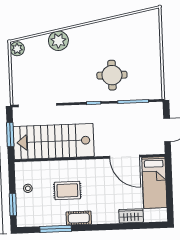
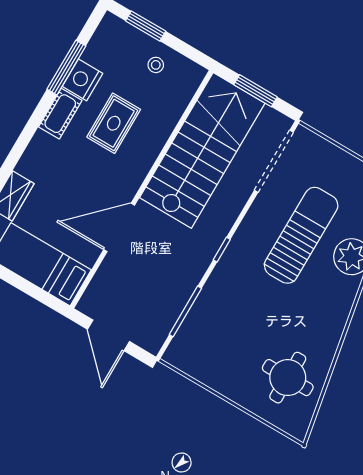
sun lounger: (64, 70) -> (301, 235), added
round table: (112, 75) -> (288, 378), moved
door: (124, 157) -> (119, 227), moved
nightstand: (57, 218) -> (82, 80), added

